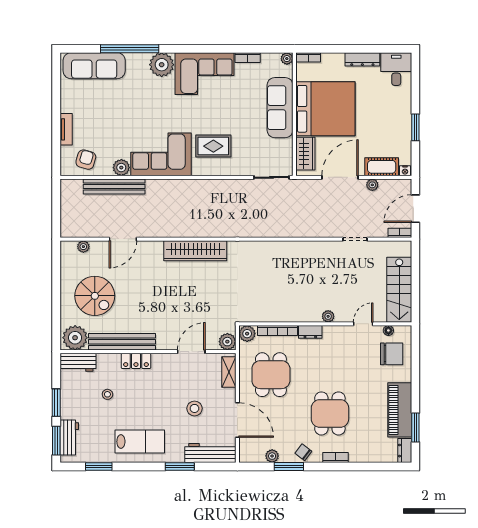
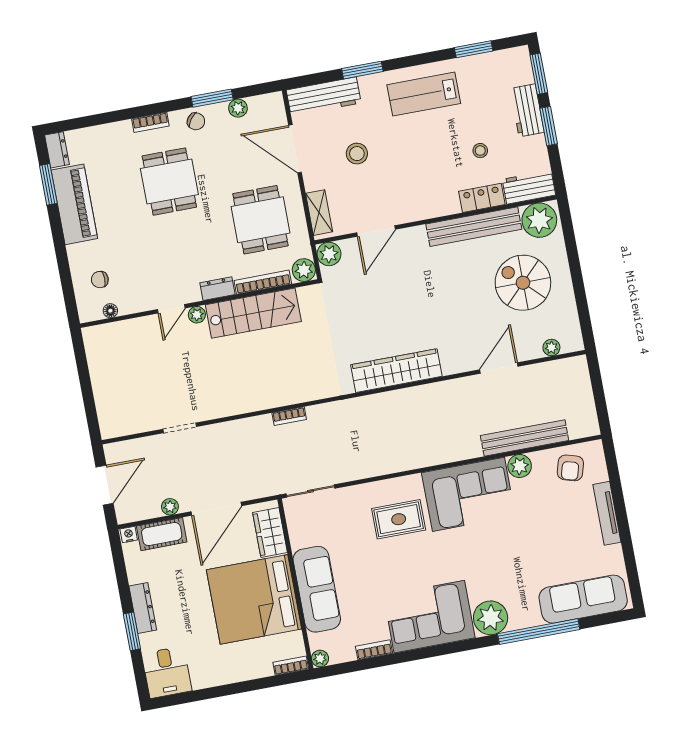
dresser: (362, 59) -> (143, 608), moved, turned 90
window: (415, 127) -> (132, 631), moved
tv unit: (66, 129) -> (607, 513), width x1.41
bookcase: (400, 233) -> (289, 416), moved
stairs: (399, 290) -> (253, 313), moved, turned 90
door: (363, 324) -> (171, 309), moved
chair: (392, 354) -> (100, 280), width x0.54, depth x0.54
locker: (136, 361) -> (482, 198), moved
workbench: (69, 438) -> (527, 110), moved

